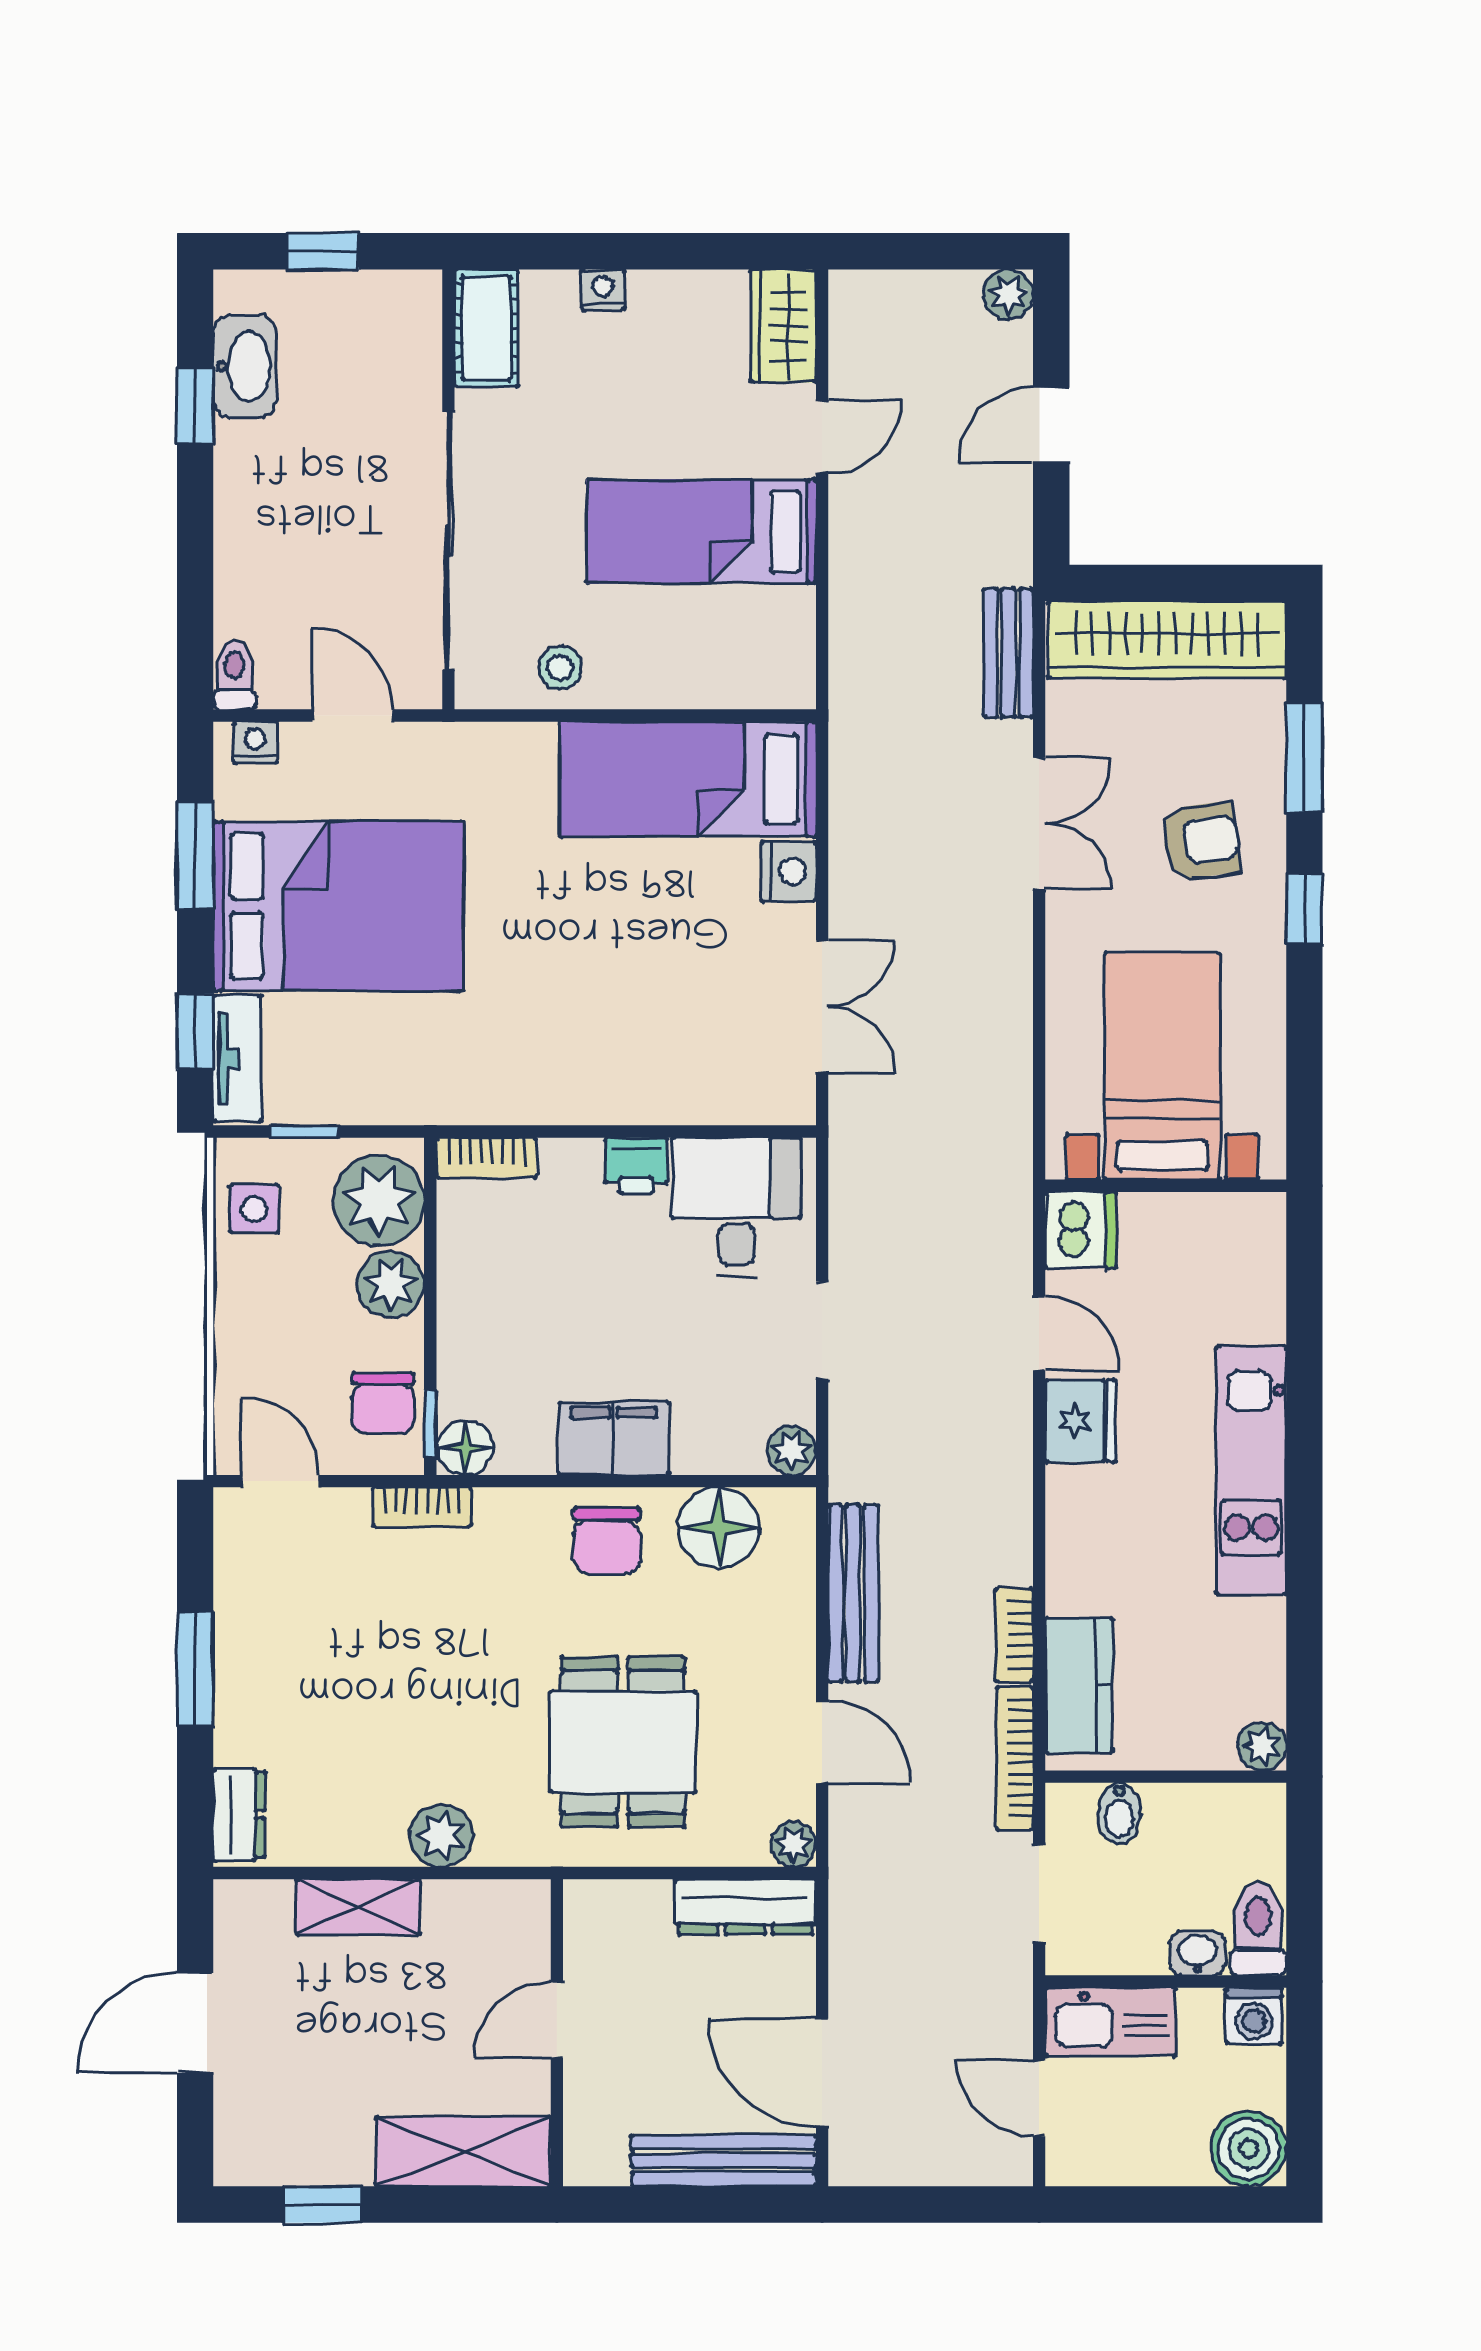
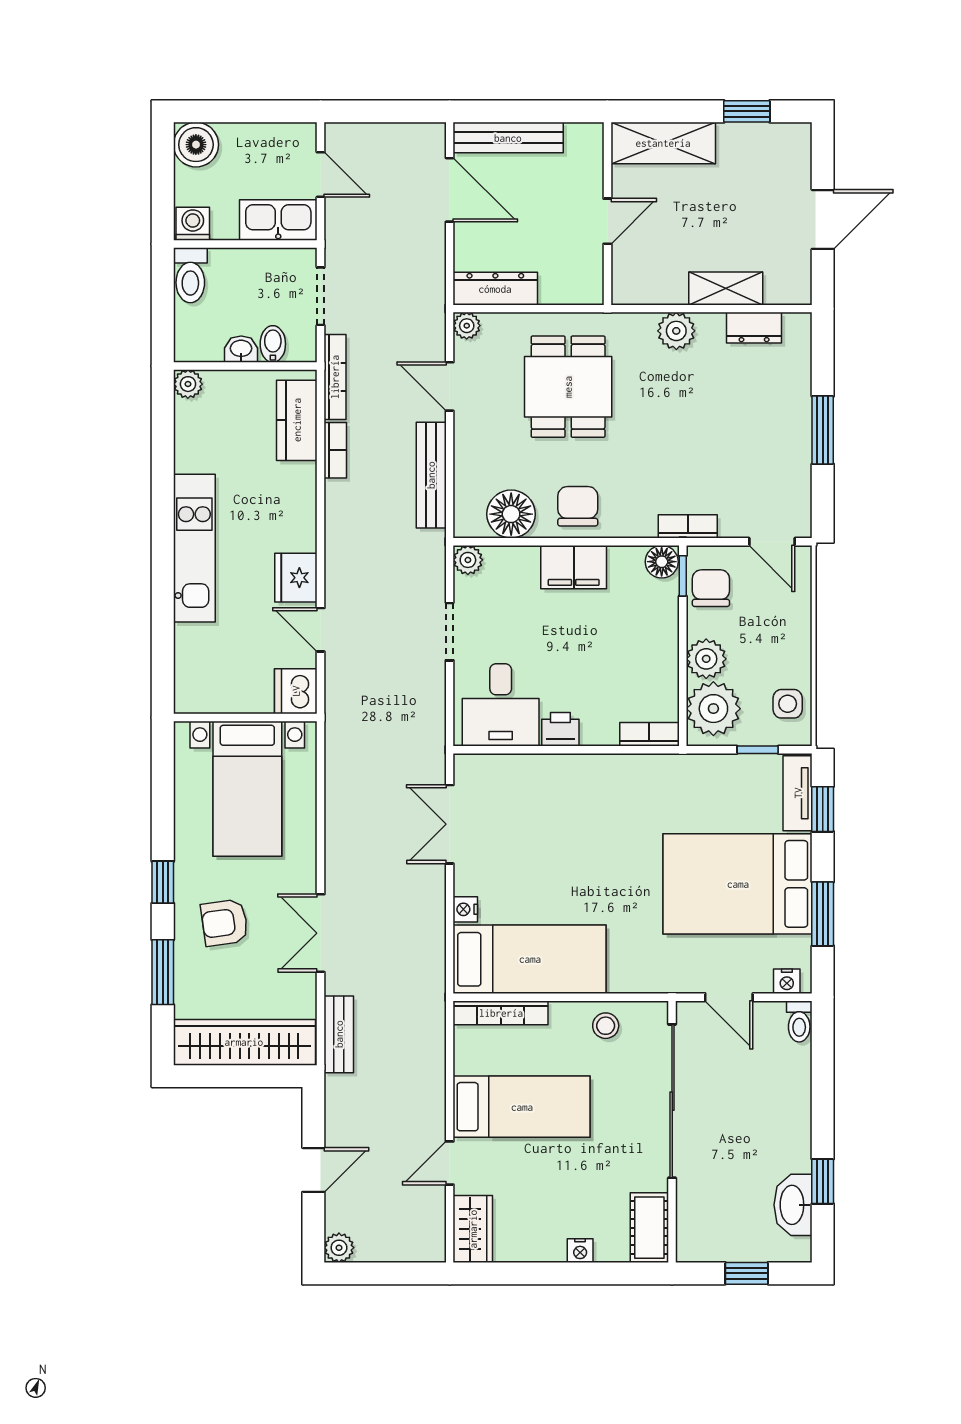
bookcase: (737, 689) -> (501, 1013), added
nightstand: (789, 872) -> (465, 909), width x0.72, depth x0.74
dresser: (239, 1815) -> (754, 328), moved, turned -90
washbasin: (1197, 1953) -> (241, 349), moved, turned 180

